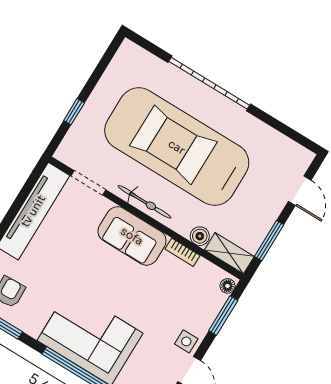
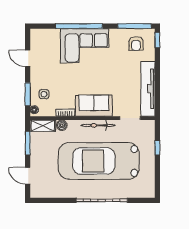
car: (177, 147) -> (99, 161), turned 180
side table: (186, 341) -> (44, 94), moved

